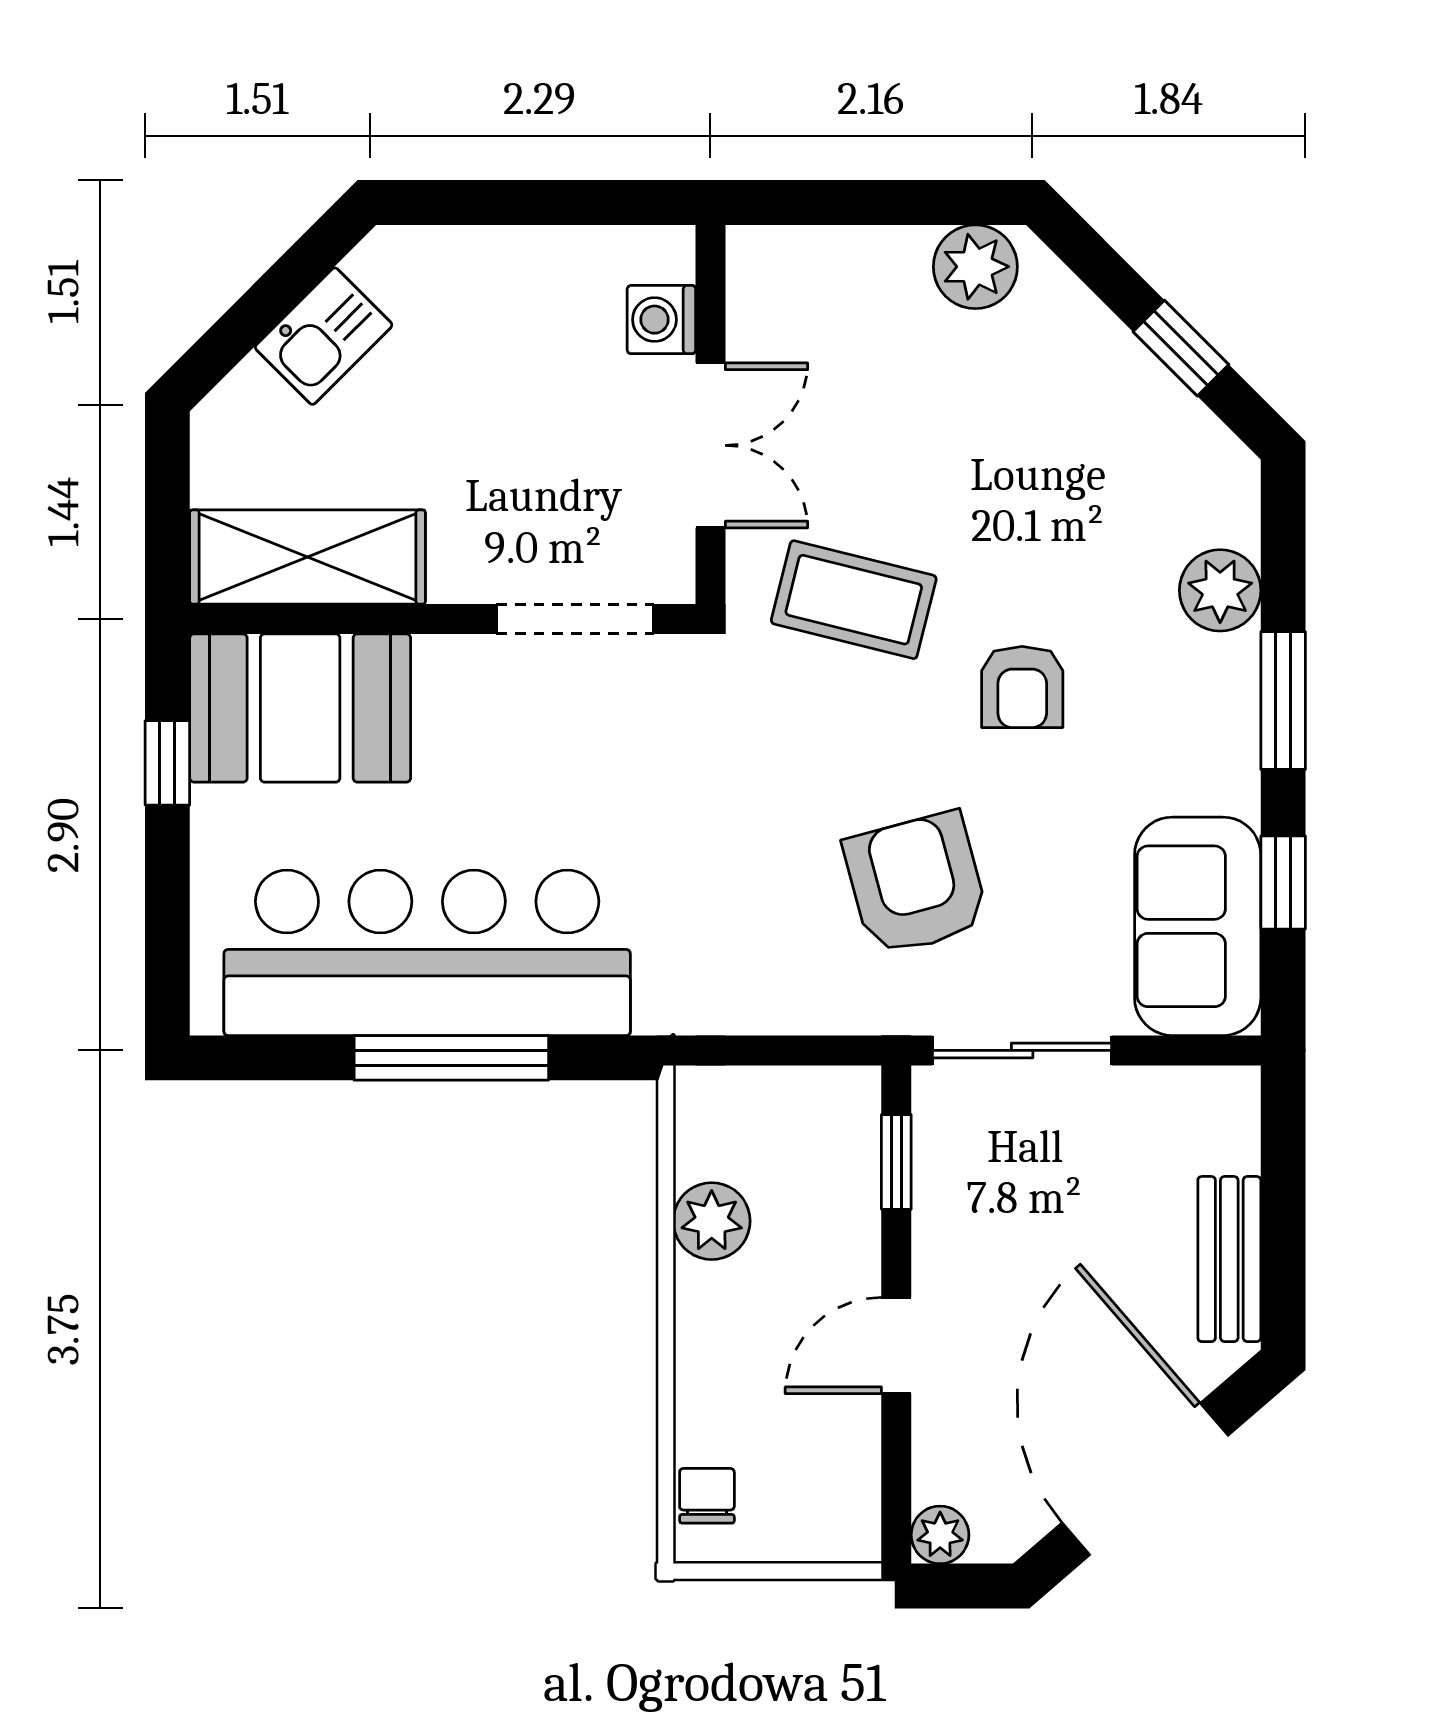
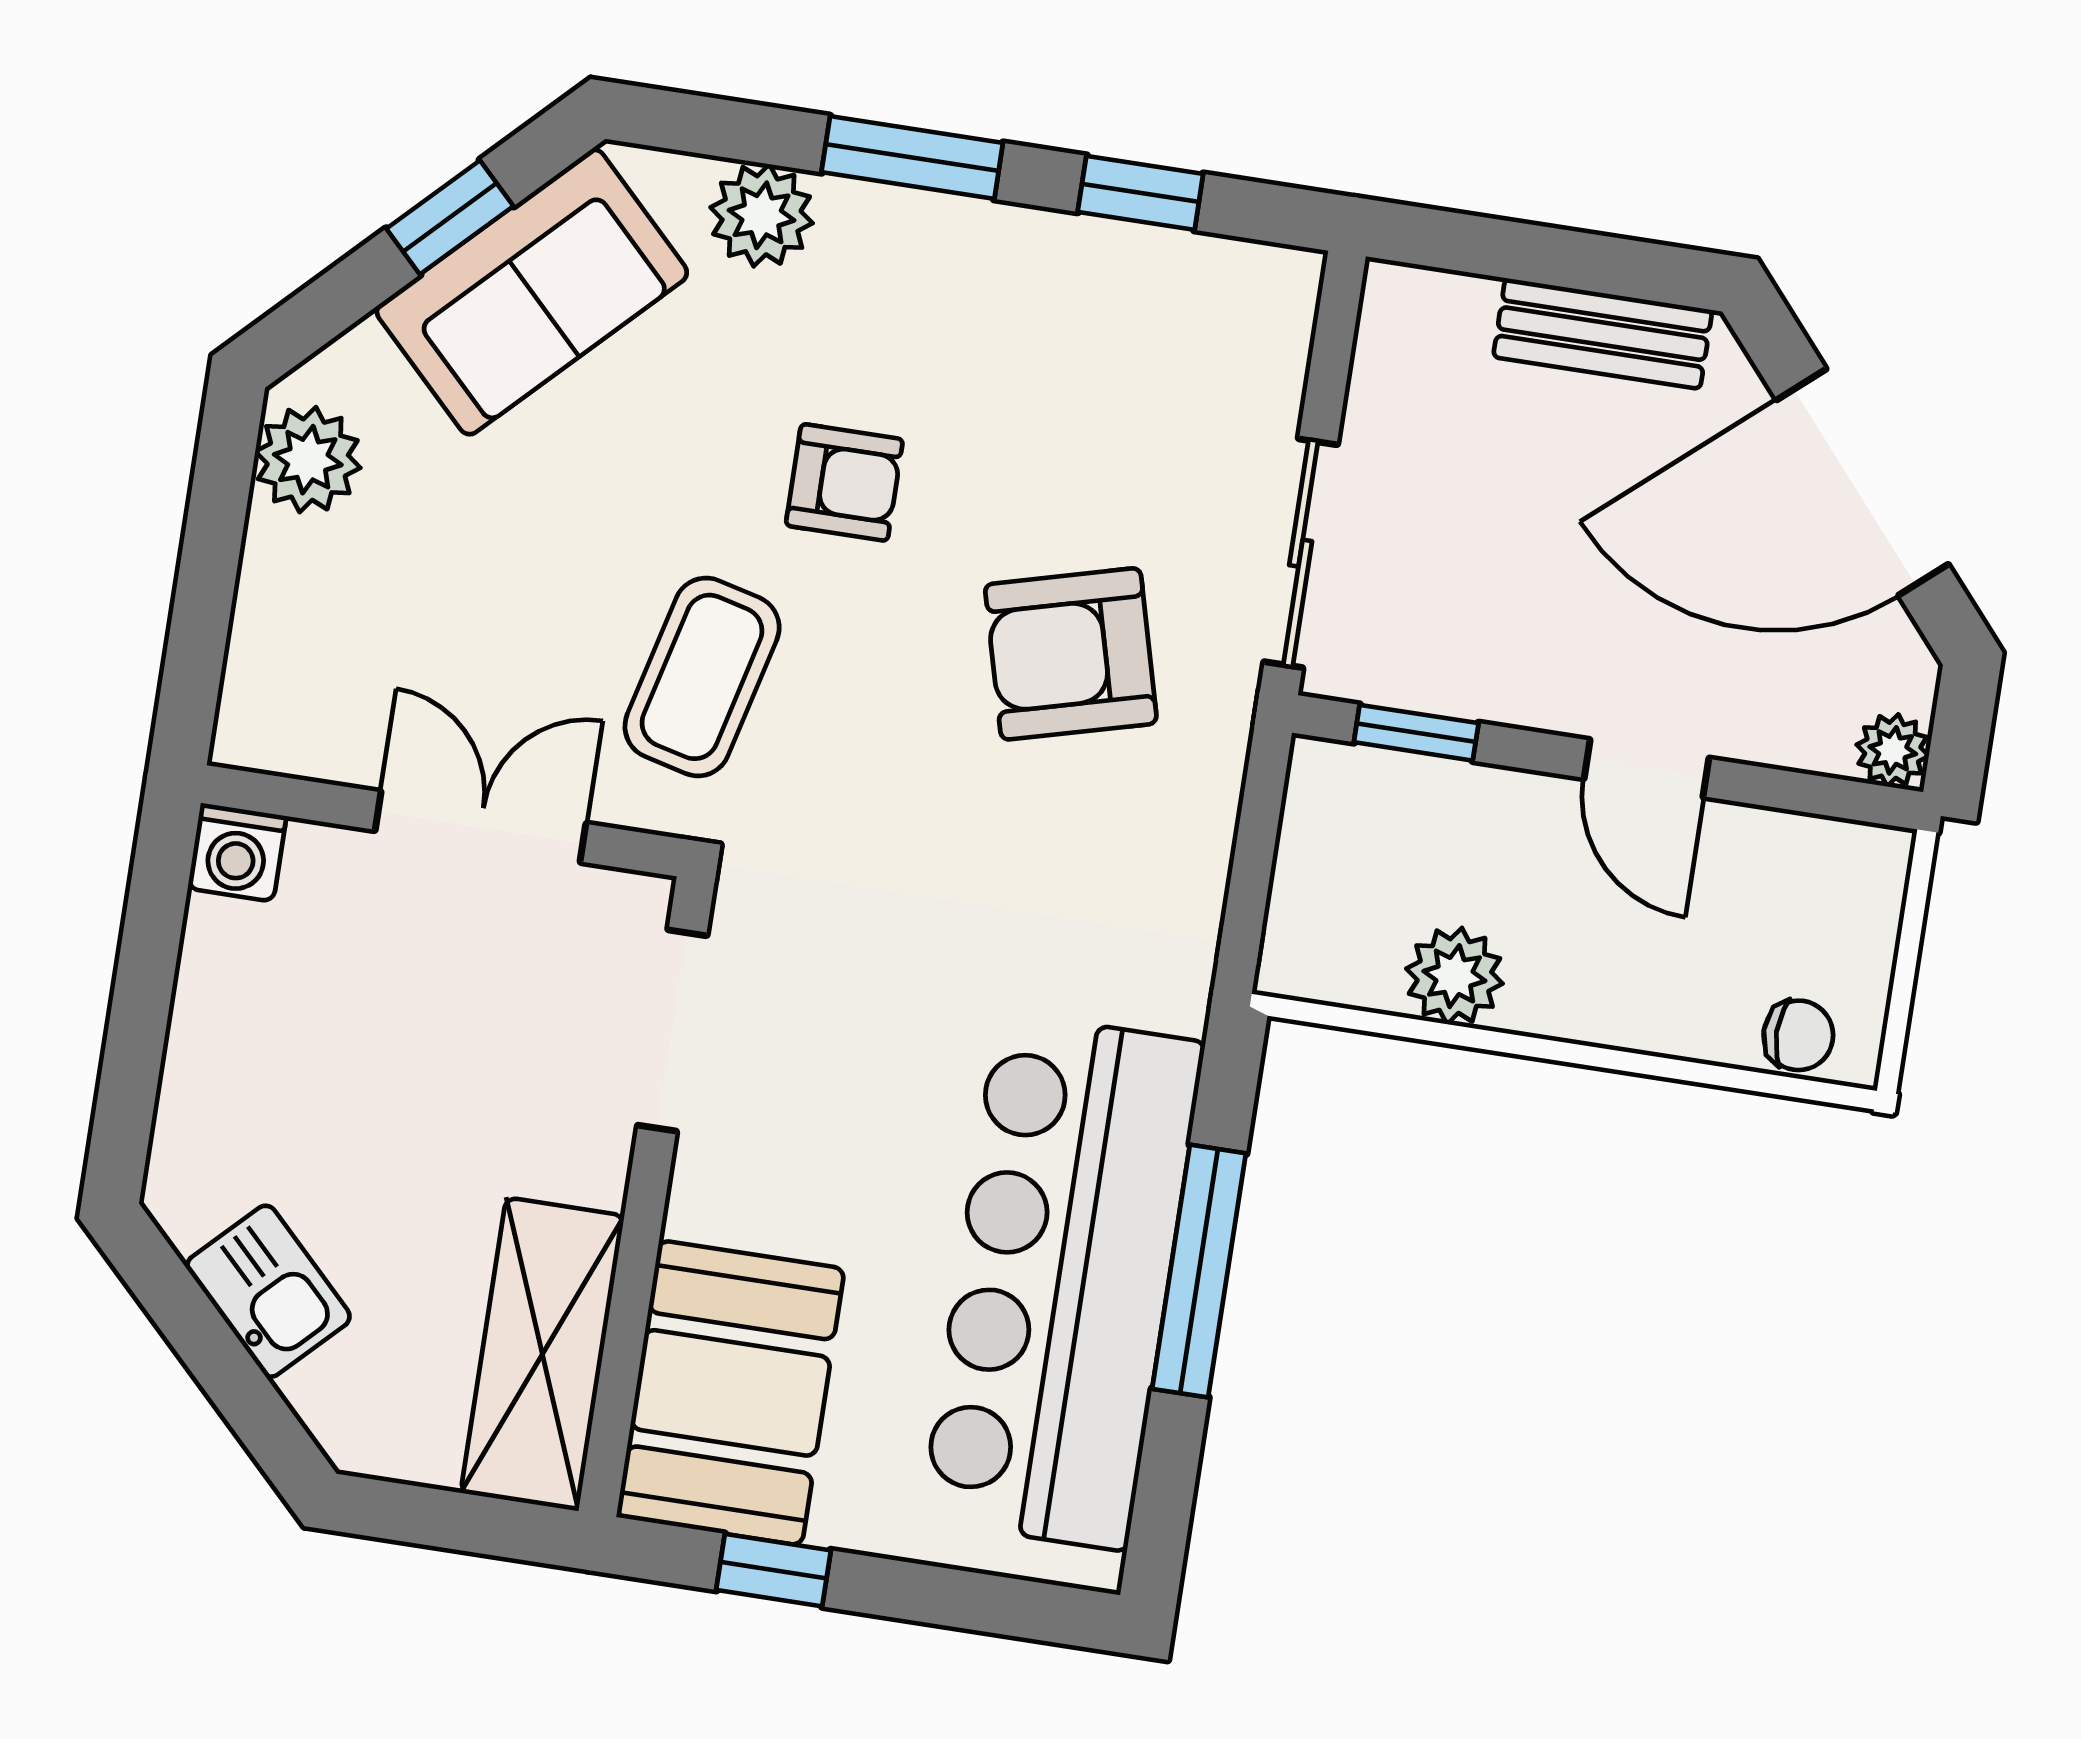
washing machine: (661, 320) -> (237, 852), moved
sofa: (1198, 926) -> (532, 292), moved, turned -45
chair: (707, 1496) -> (1798, 1035), turned 180

